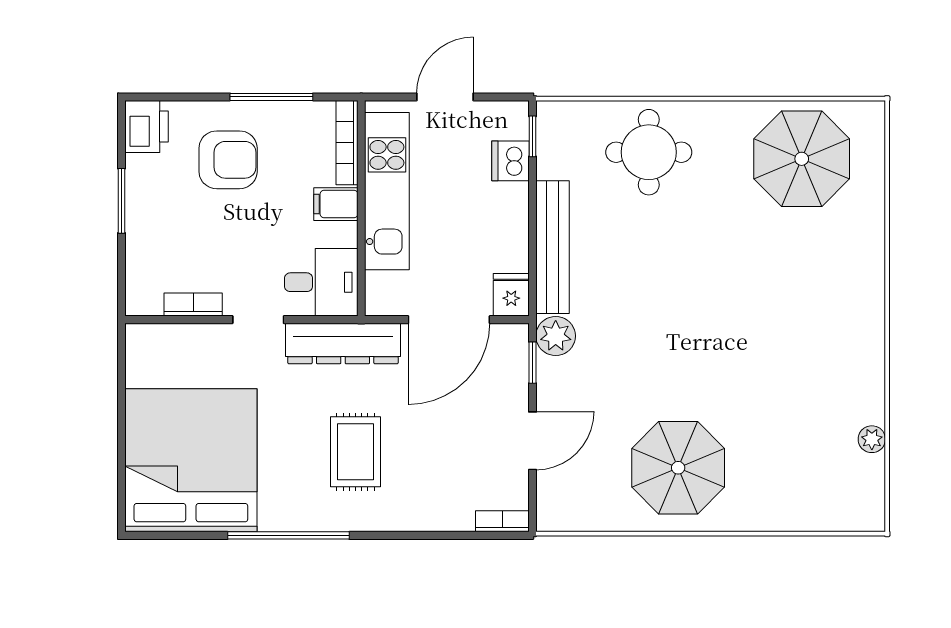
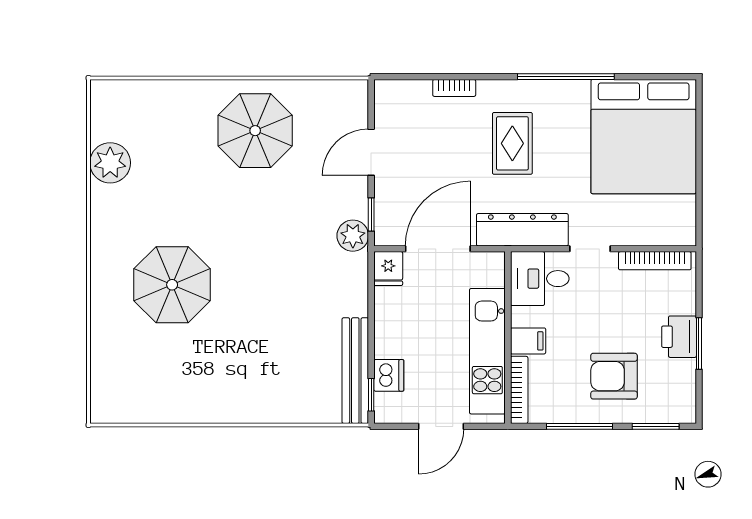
window: (176, 97) -> (656, 426), added
printer: (147, 127) -> (679, 337), moved
round table: (649, 152) -> (279, 382), removed
parasol: (802, 159) -> (172, 285), moved
bench: (552, 247) -> (355, 371), moved
bookcase: (193, 305) -> (655, 261), width x1.56
plant: (872, 439) -> (110, 163), width x1.88, depth x1.88
bookcase: (502, 521) -> (454, 88), moved

